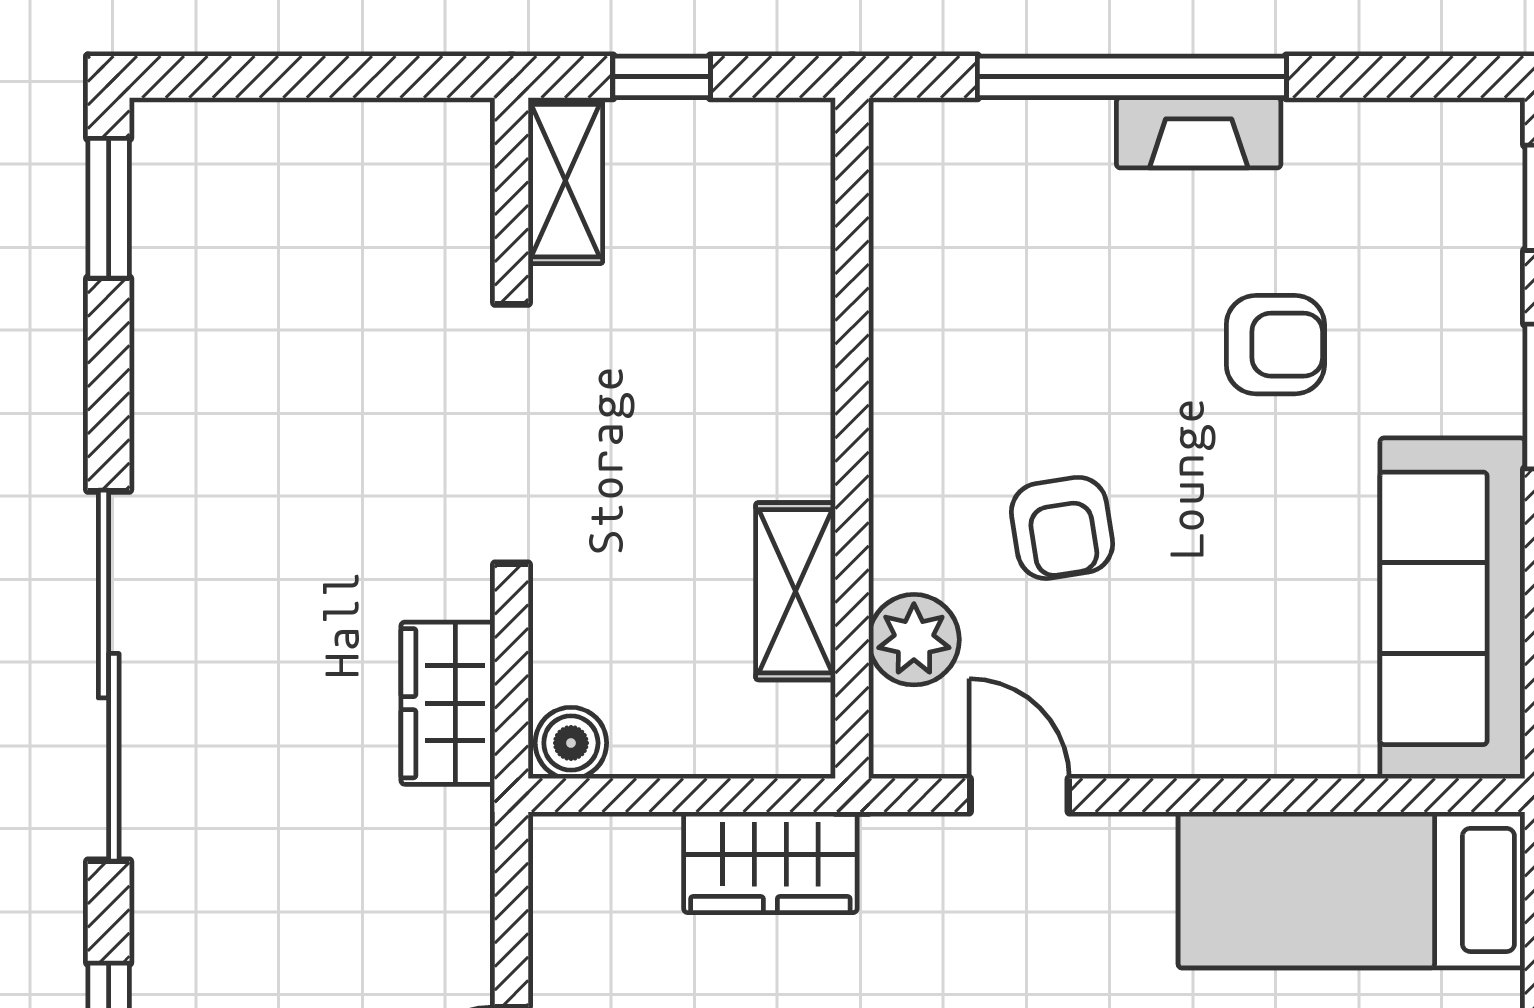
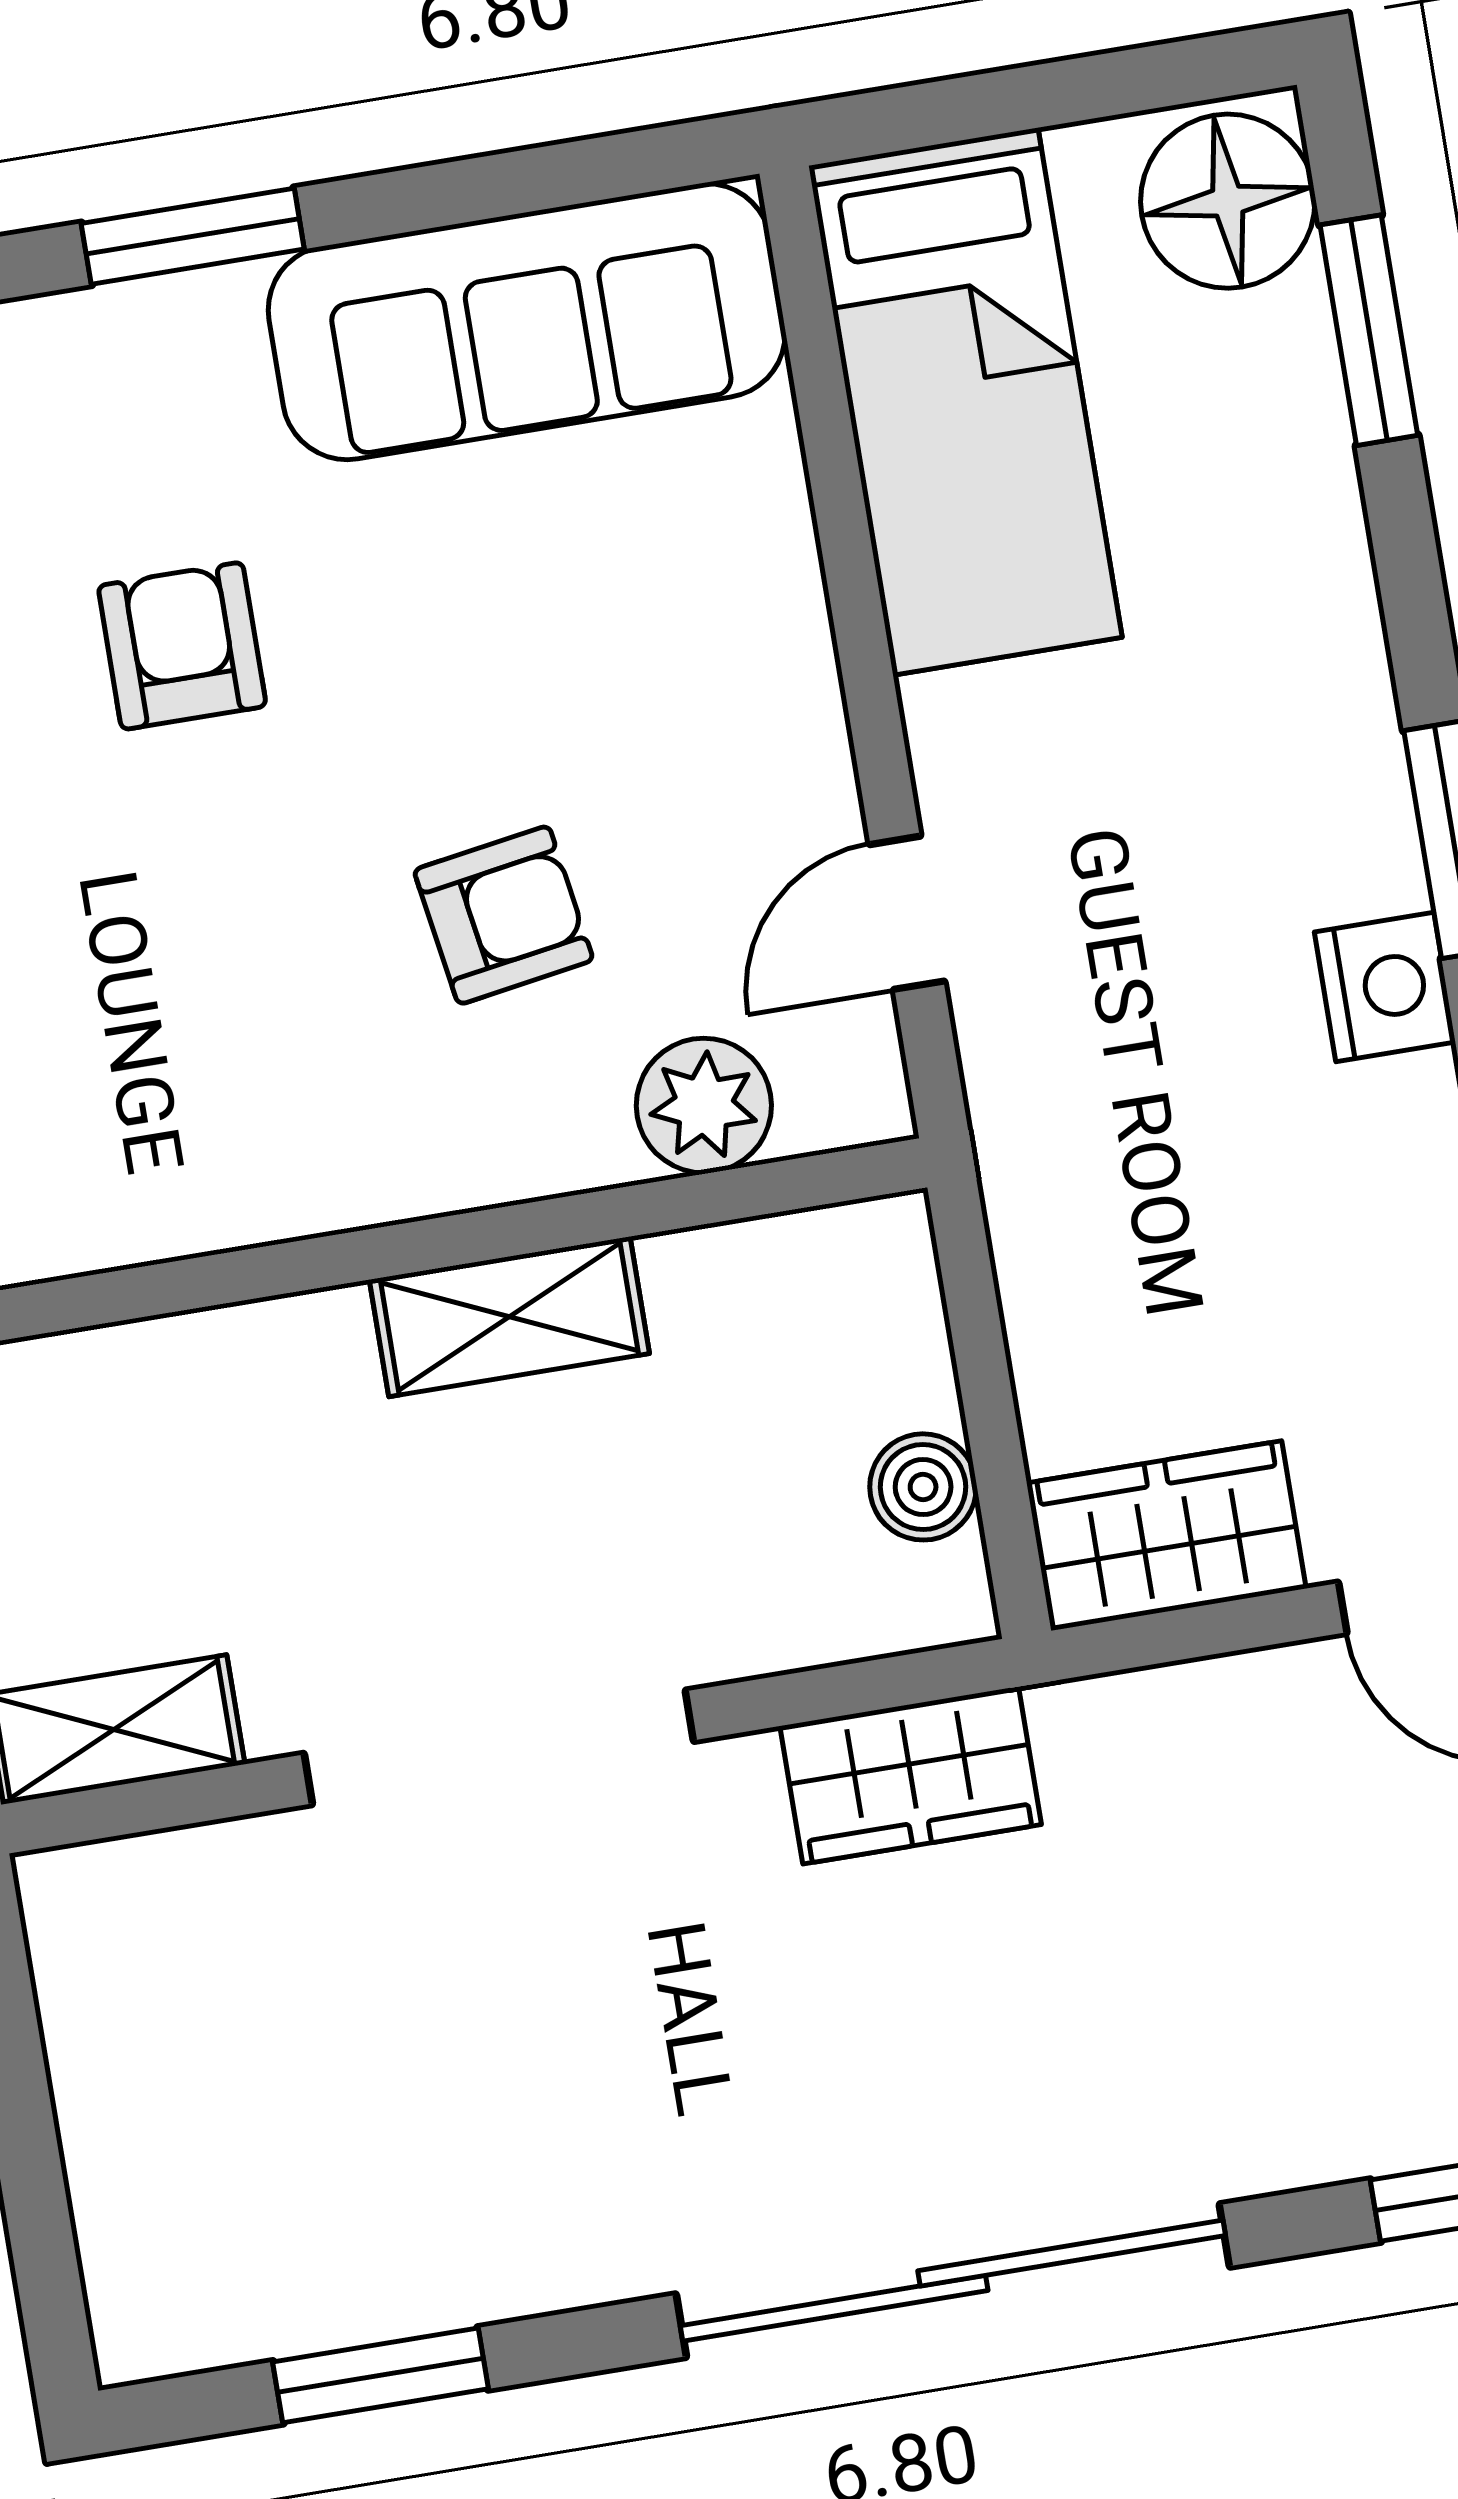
window: (109, 208) -> (380, 2375), moved
shelving: (796, 591) -> (509, 1317), moved
boiler: (571, 743) -> (923, 1487), moved
wardrobe: (770, 862) -> (1166, 1536), moved, turned -90

